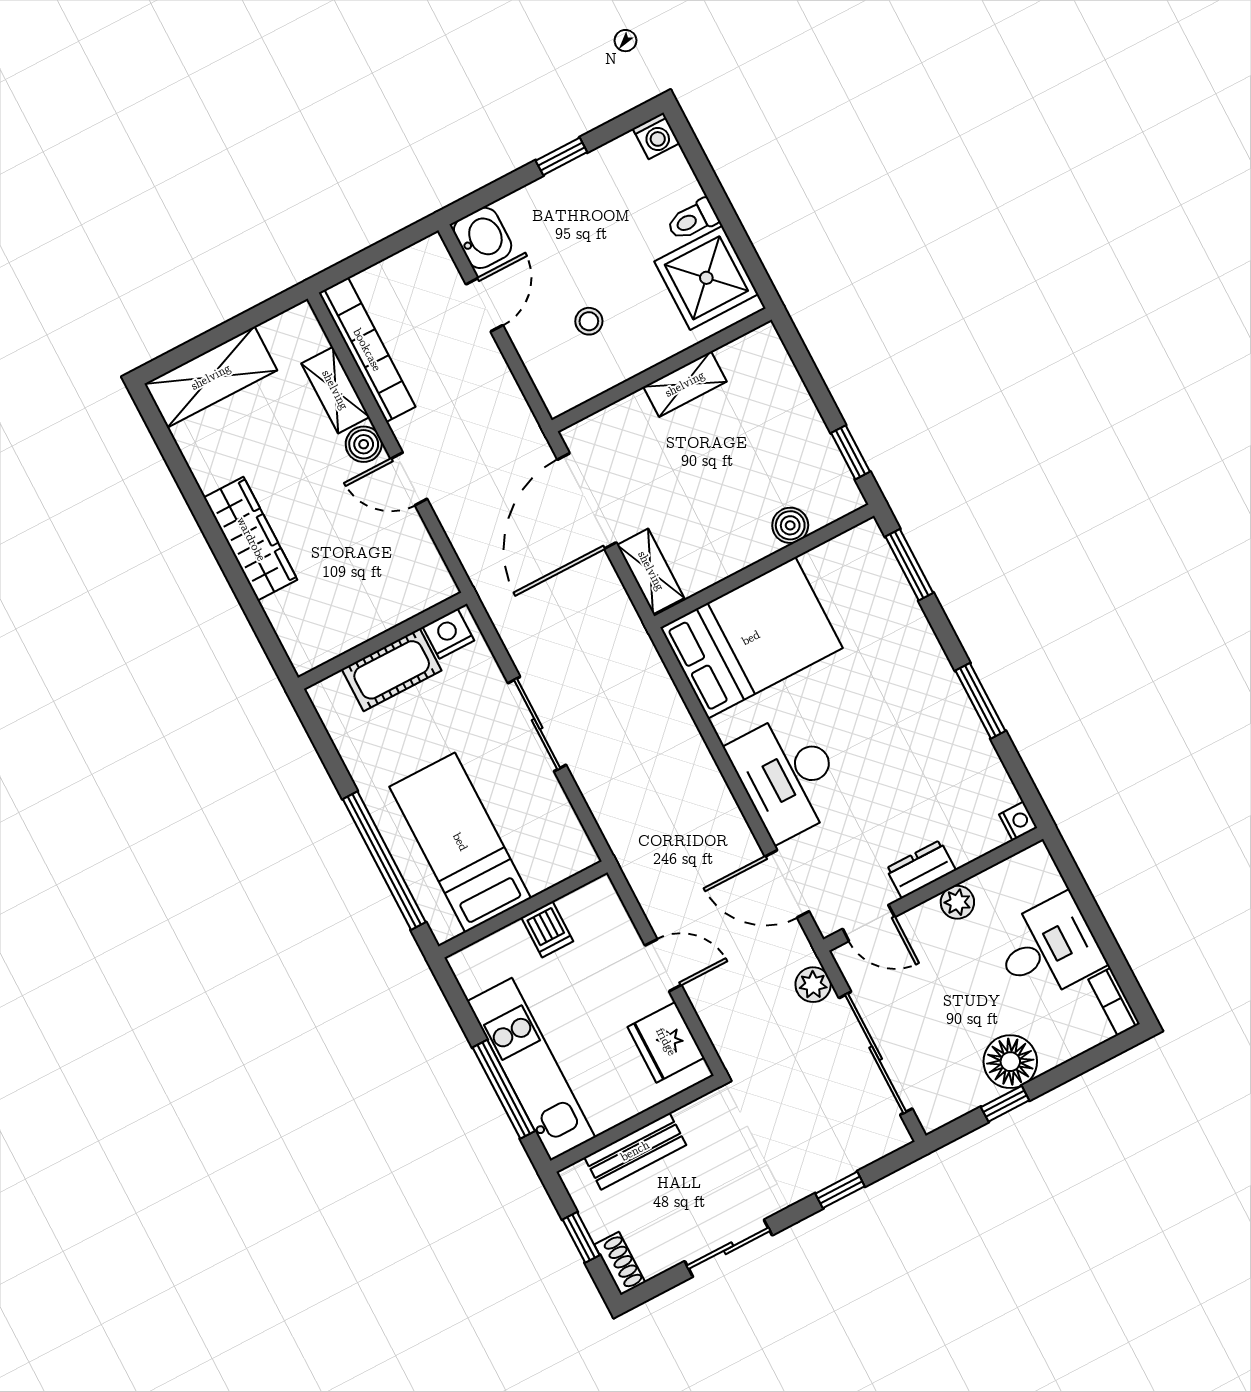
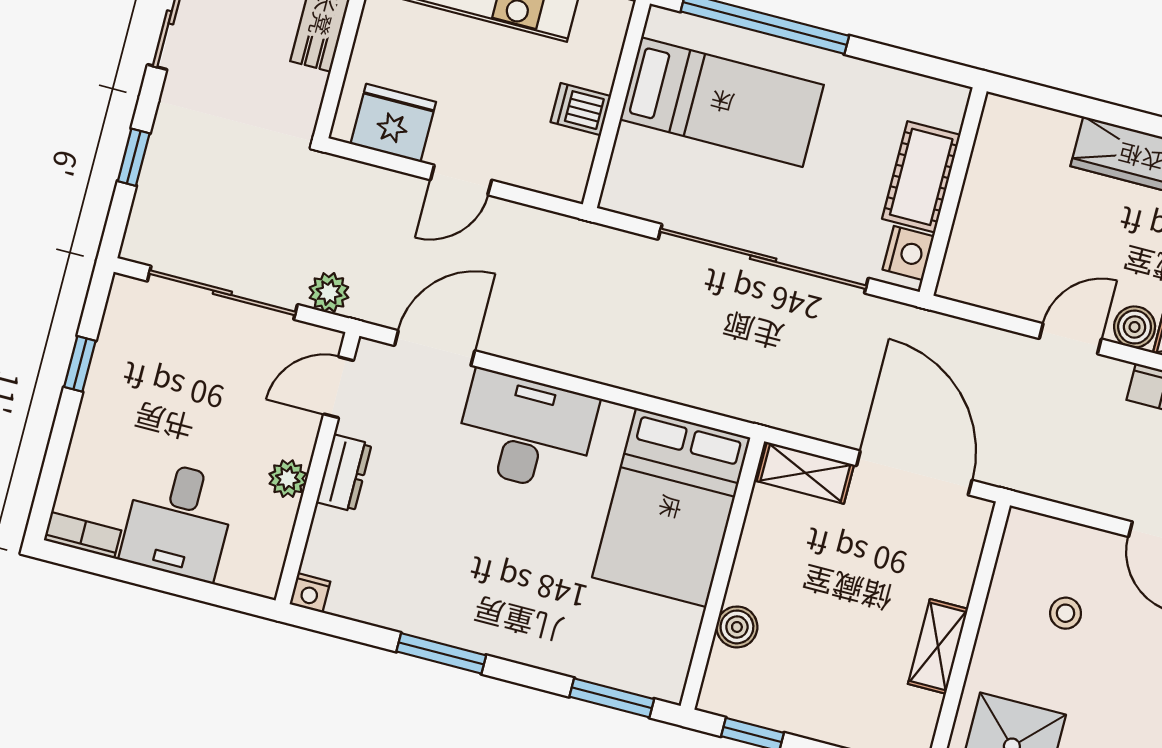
sliding door: (537, 724) -> (763, 259), width x1.86
floor lamp: (1010, 1062) -> (112, 401), removed

